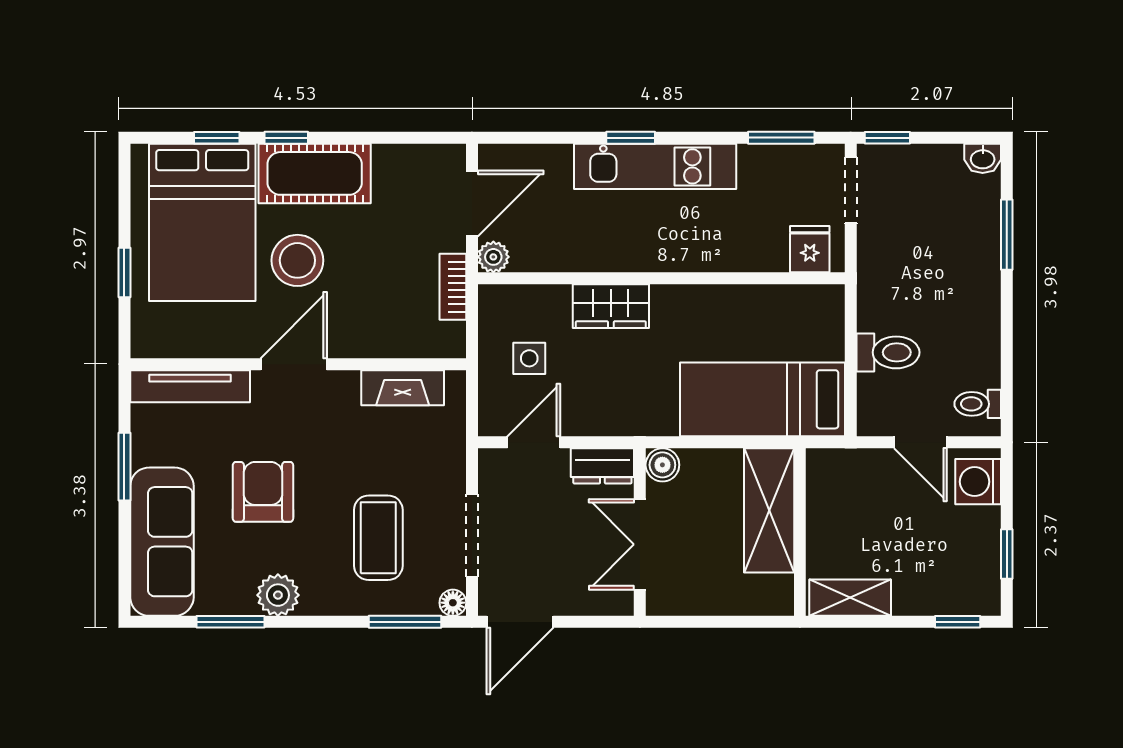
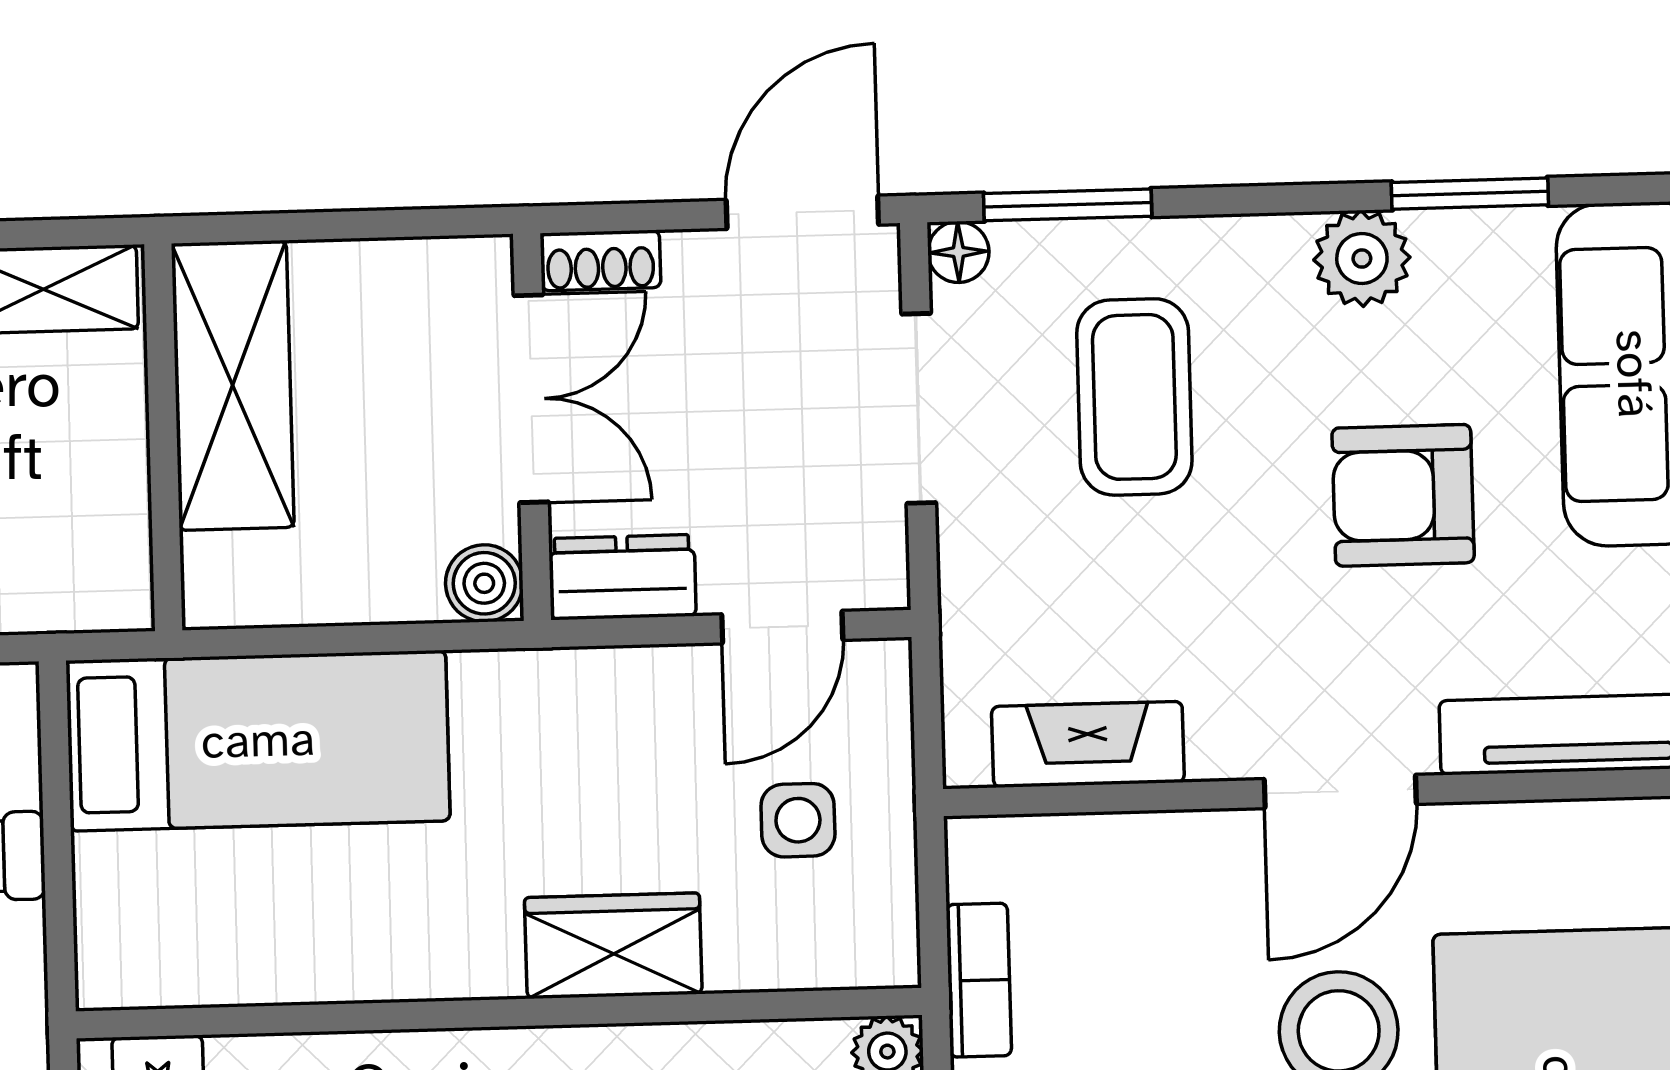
armchair: (263, 492) -> (1403, 495), turned 90
shelving: (769, 510) -> (233, 385), moved
shoe rack: (608, 603) -> (600, 260), added

